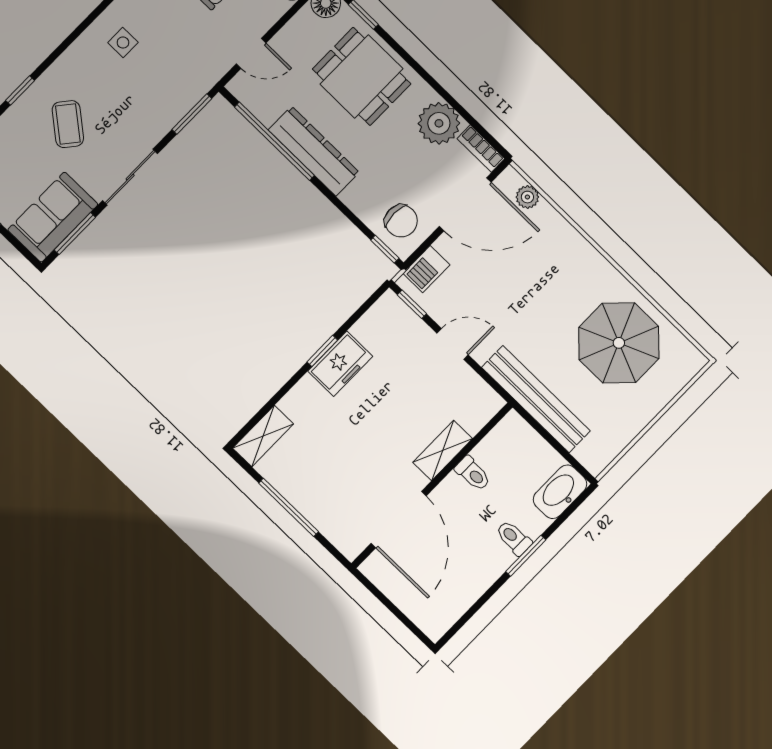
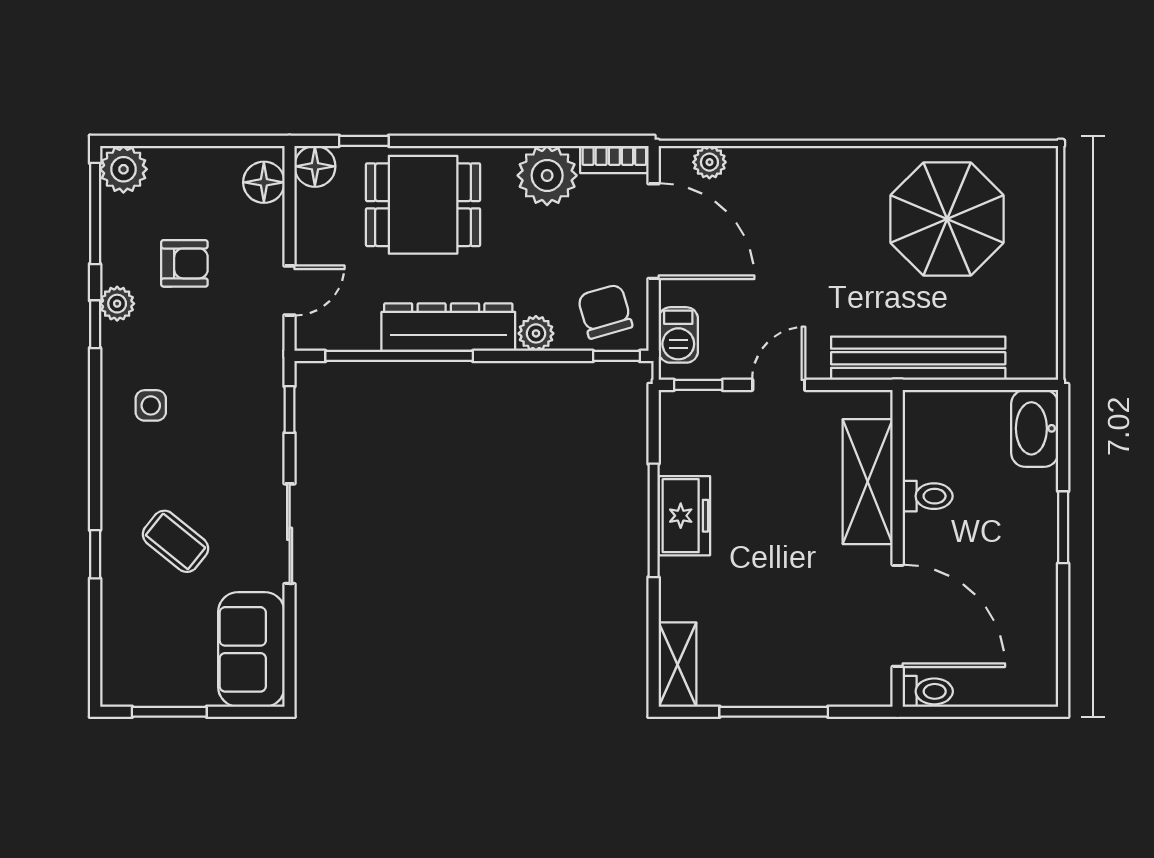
window: (192, 114) -> (290, 410), width x0.67
plant: (355, 198) -> (536, 333), added
door: (465, 204) -> (654, 231), hinge flipped
chair: (401, 221) -> (605, 311), turned -106
window: (75, 234) -> (290, 645), removed
window: (322, 351) -> (654, 520), width x2.17
shelving: (443, 450) -> (868, 482), width x1.50, depth x1.33
toilet: (514, 538) -> (928, 691), moved, turned 180

